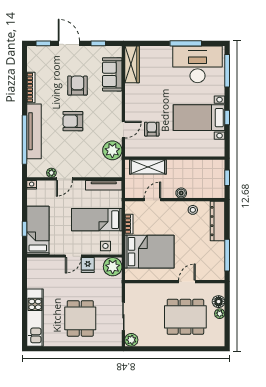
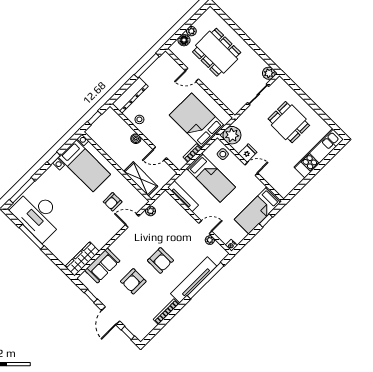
bed with nightstands: (199, 118) -> (85, 166), moved
plant: (112, 150) -> (151, 211), width x0.53, depth x0.53
dining table: (80, 318) -> (289, 122), turned 90

